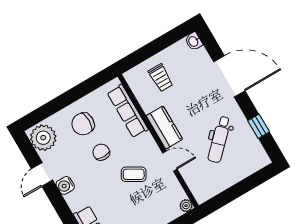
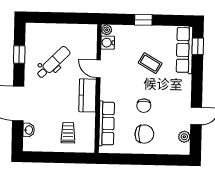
washbasin: (194, 41) -> (29, 130), moved
plant: (43, 138) -> (184, 137), width x0.53, depth x0.53
coffee table: (134, 174) -> (150, 63), moved
water cooler: (65, 185) -> (108, 43), moved, turned 180

